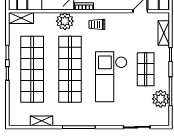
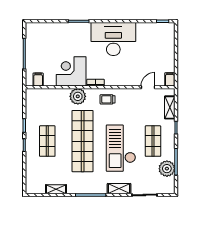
shelving: (21, 18) -> (119, 189), moved
shop shelf: (32, 69) -> (47, 141), width x0.50, depth x0.74

